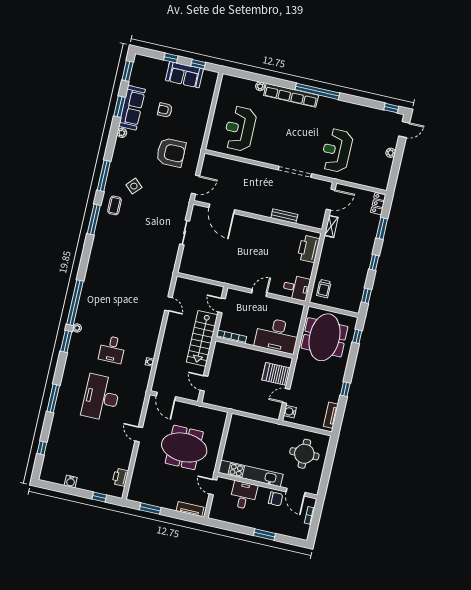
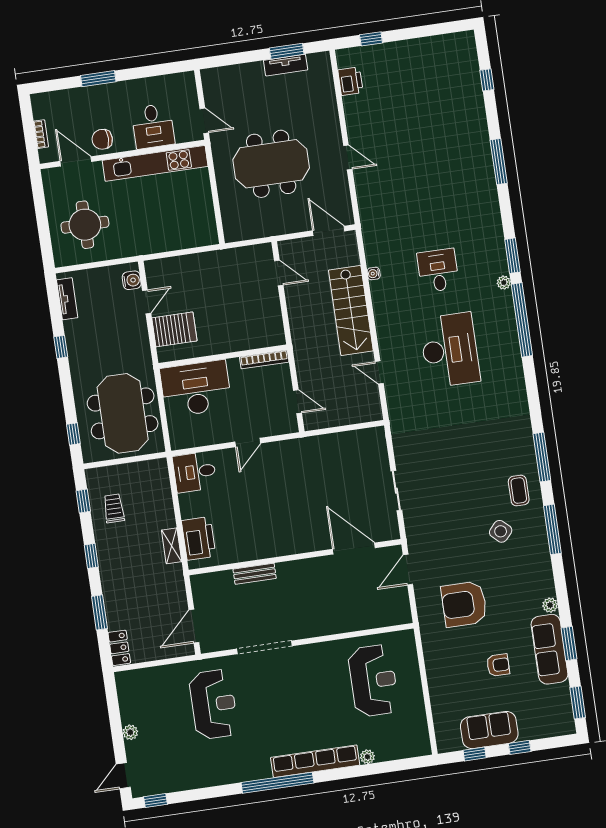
shelving: (331, 226) -> (172, 546), moved
trolley: (324, 289) -> (114, 508), moved
stairs: (202, 338) -> (351, 311), moved, turned 180
desk: (101, 398) -> (450, 350), moved
water cooler: (71, 481) -> (424, 46), removed
tv unit: (190, 509) -> (286, 65), moved

